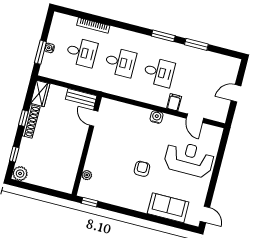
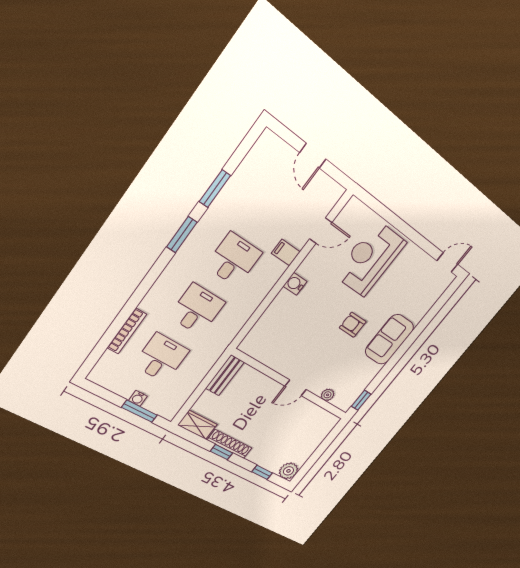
door: (94, 118) -> (296, 388), moved
sofa: (168, 208) -> (390, 339), moved

